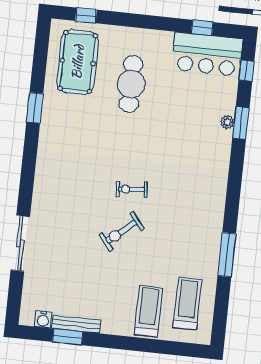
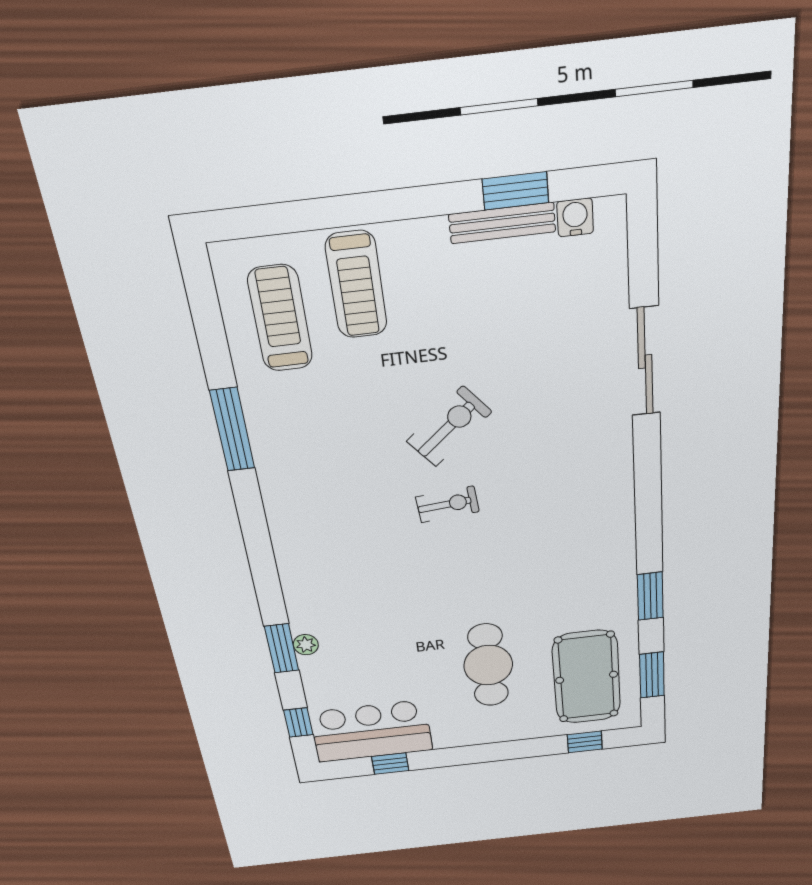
window: (40, 54) -> (652, 675), added
treadmill: (187, 304) -> (280, 319), turned 180

